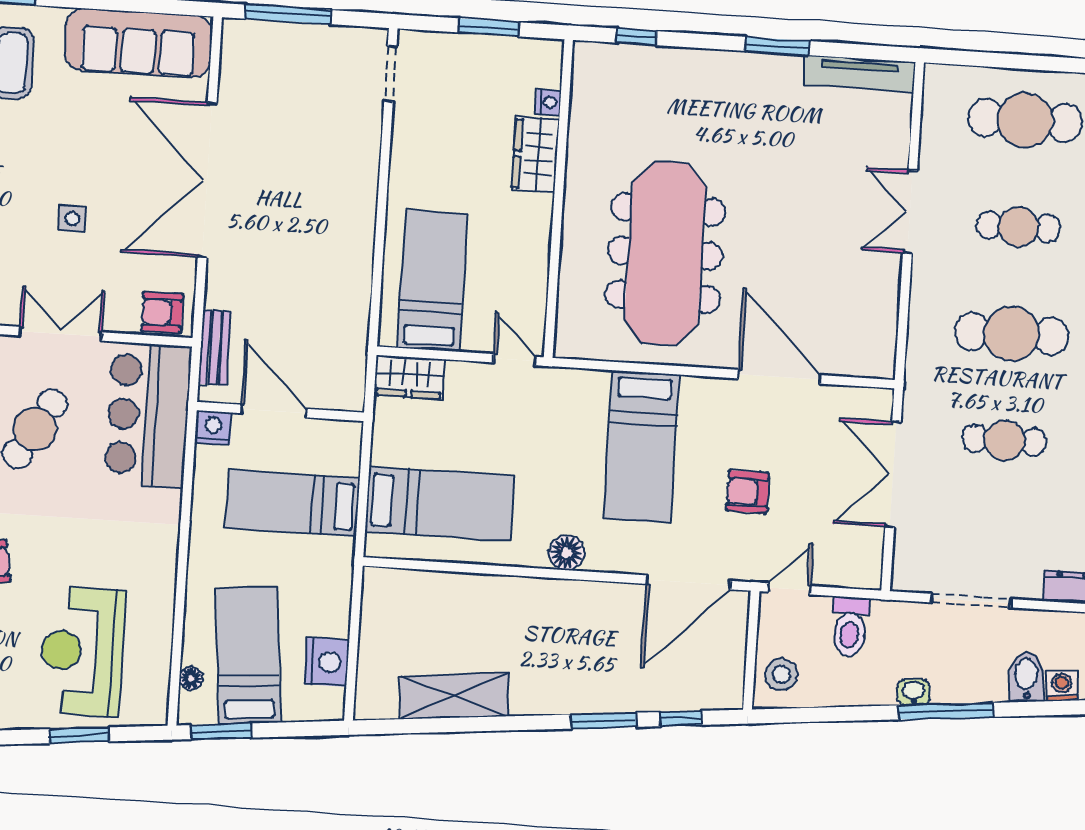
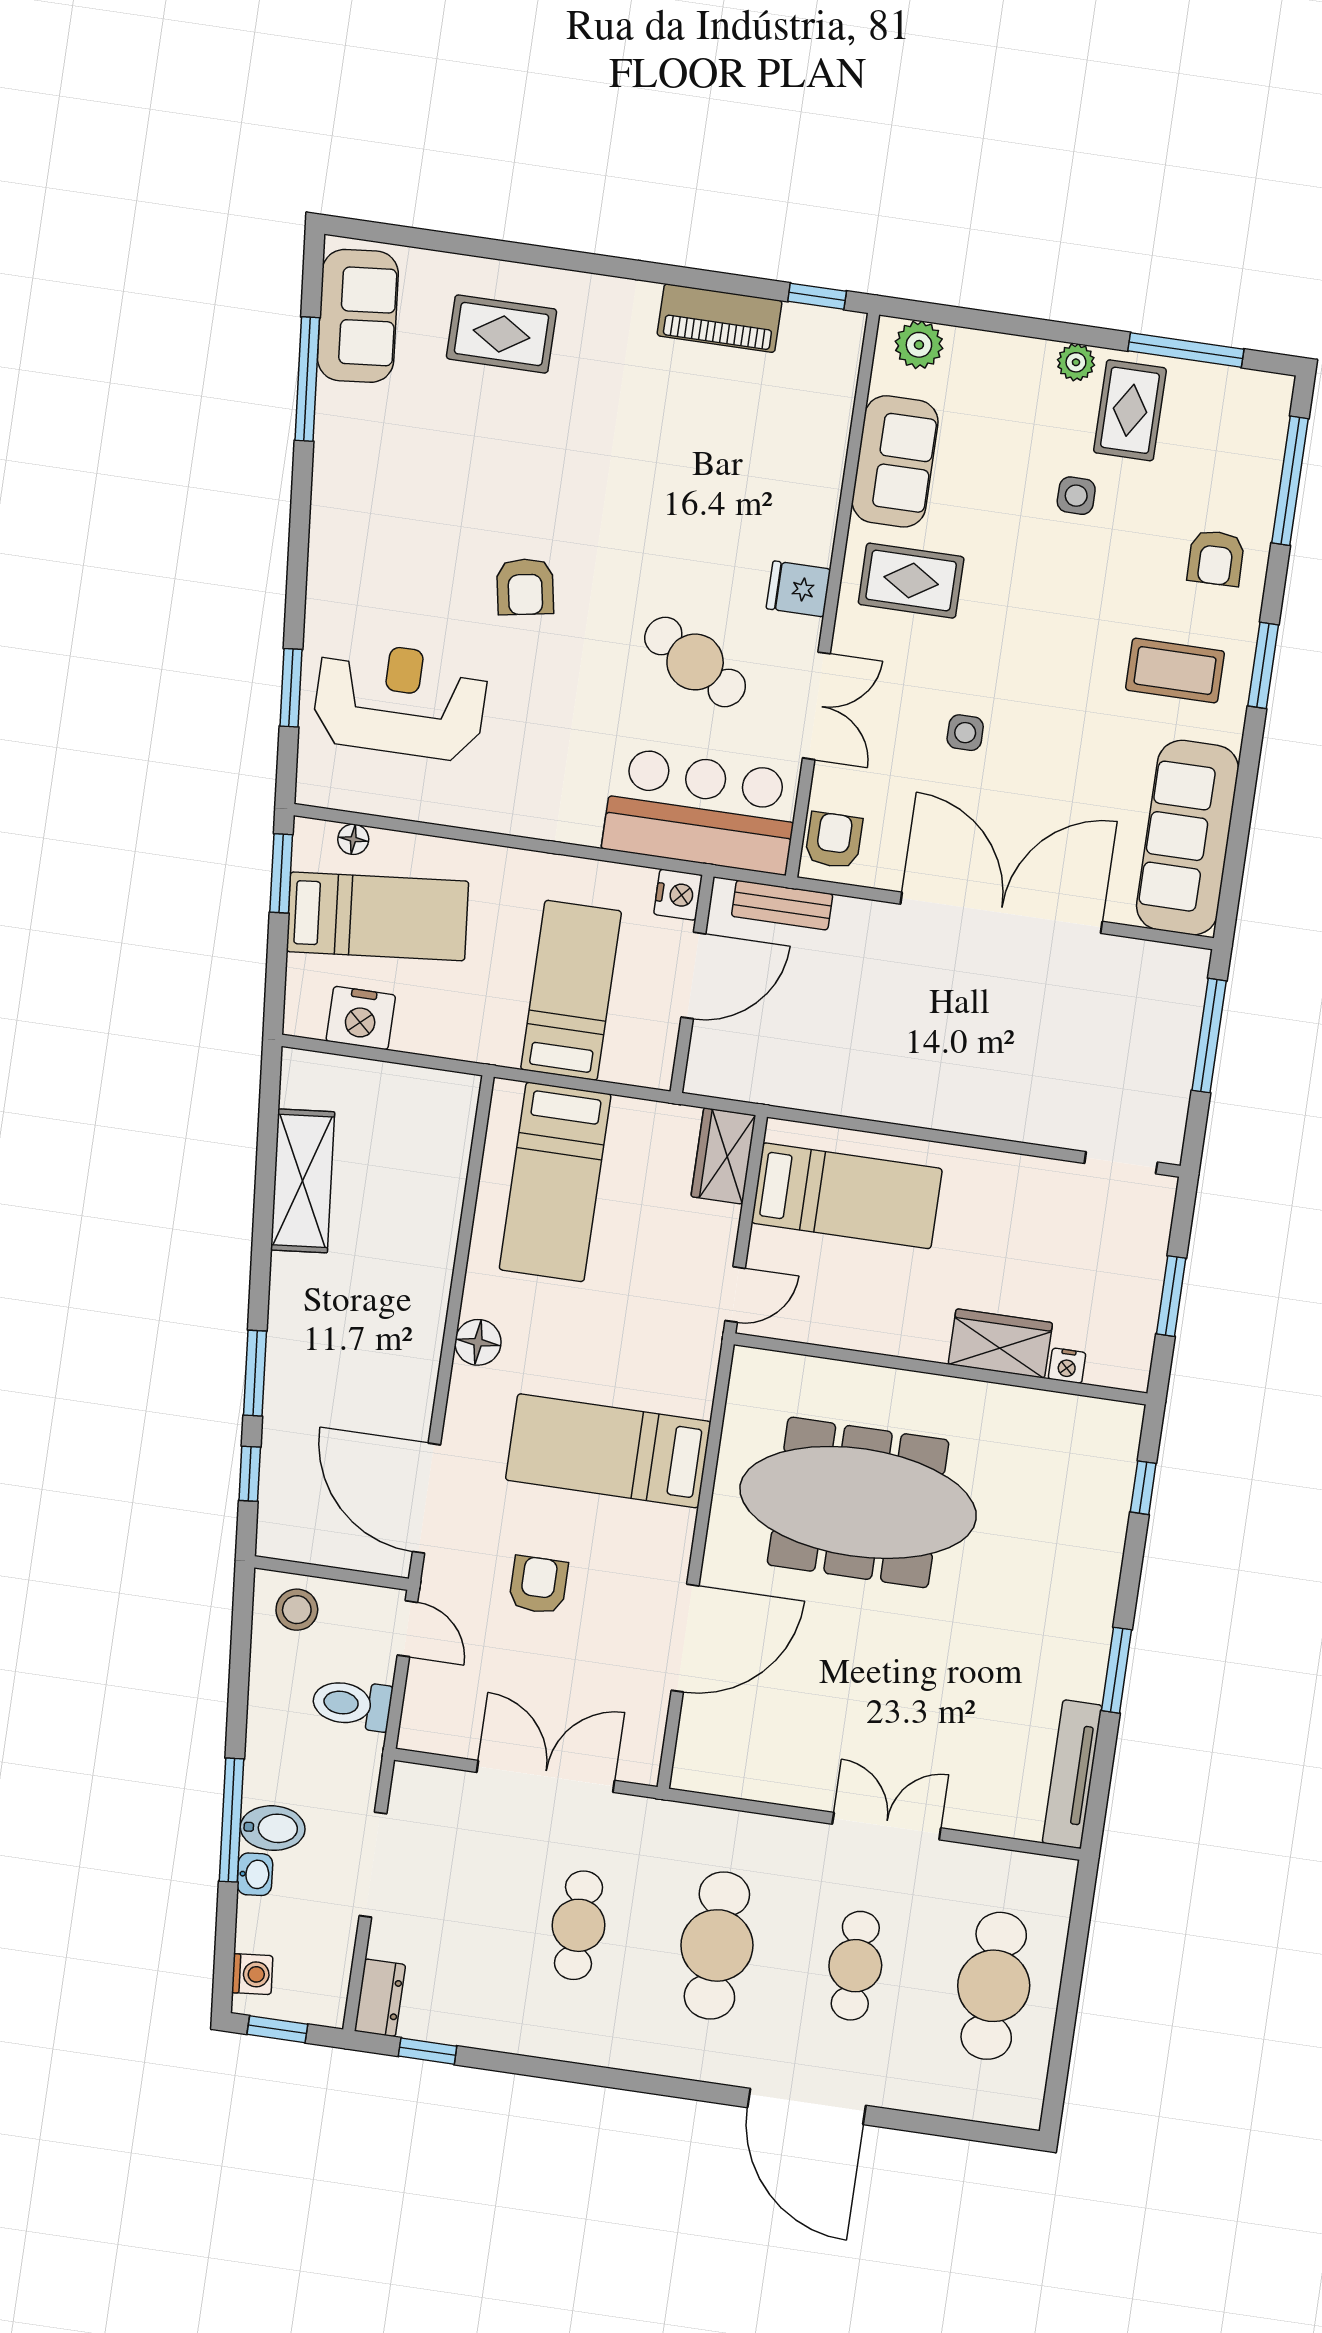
bidet: (1027, 677) -> (273, 1828), moved
washbasin: (914, 692) -> (255, 1874), moved

